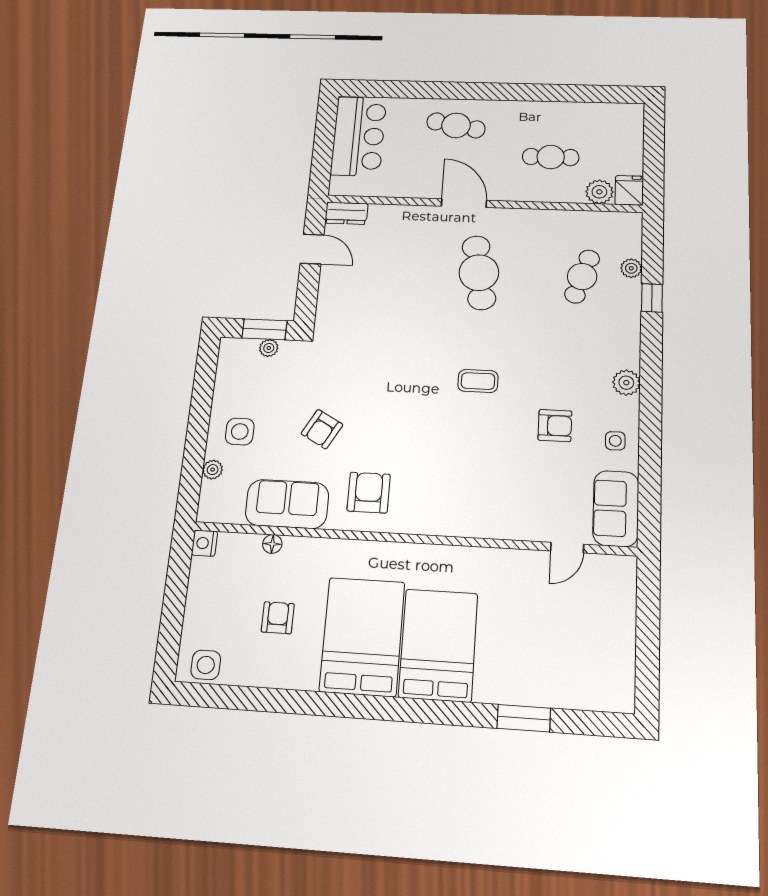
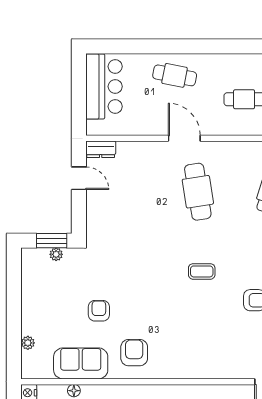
armchair: (322, 429) -> (99, 311), turned 151
side table: (240, 432) -> (43, 315), removed

